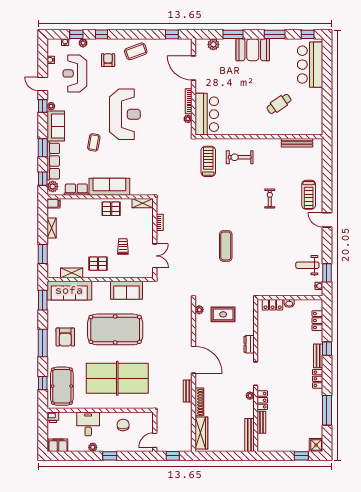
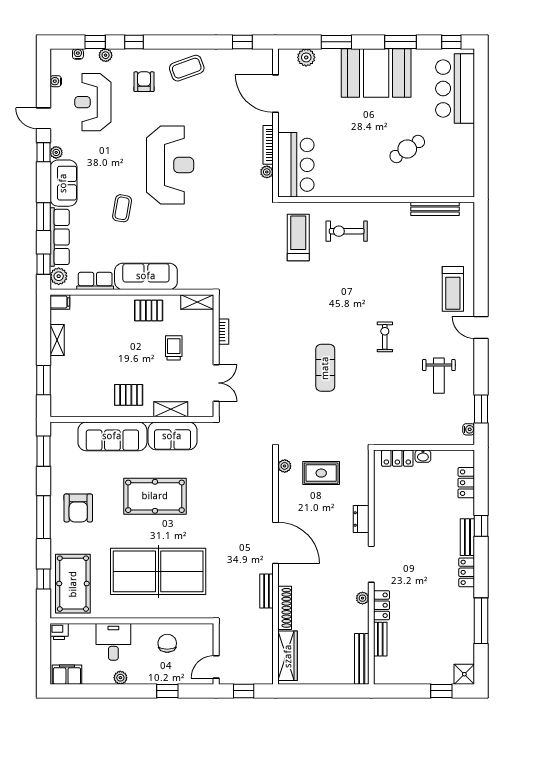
booth: (253, 50) -> (376, 73), width x1.36, depth x1.42
exercise bike: (270, 199) -> (385, 337), moved
trolley: (123, 247) -> (174, 348), moved
weight bench: (307, 265) -> (439, 376), moved, turned -90
shelving: (72, 273) -> (171, 409), moved
sofa: (69, 291) -> (112, 436), moved
pool table: (115, 329) -> (155, 496), width x0.73, depth x0.76
window: (110, 456) -> (167, 691), moved

